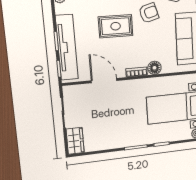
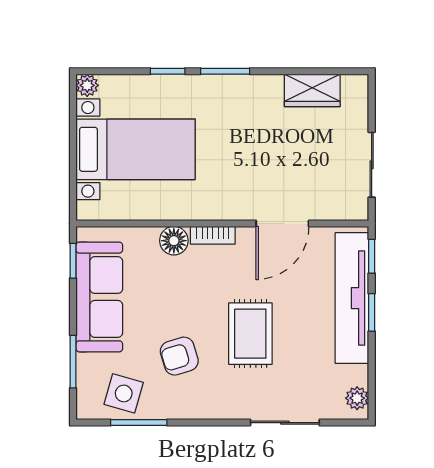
rug: (116, 26) -> (250, 334), turned 90
door: (104, 81) -> (282, 223), hinge flipped
wardrobe: (75, 141) -> (312, 90), moved, turned -90

